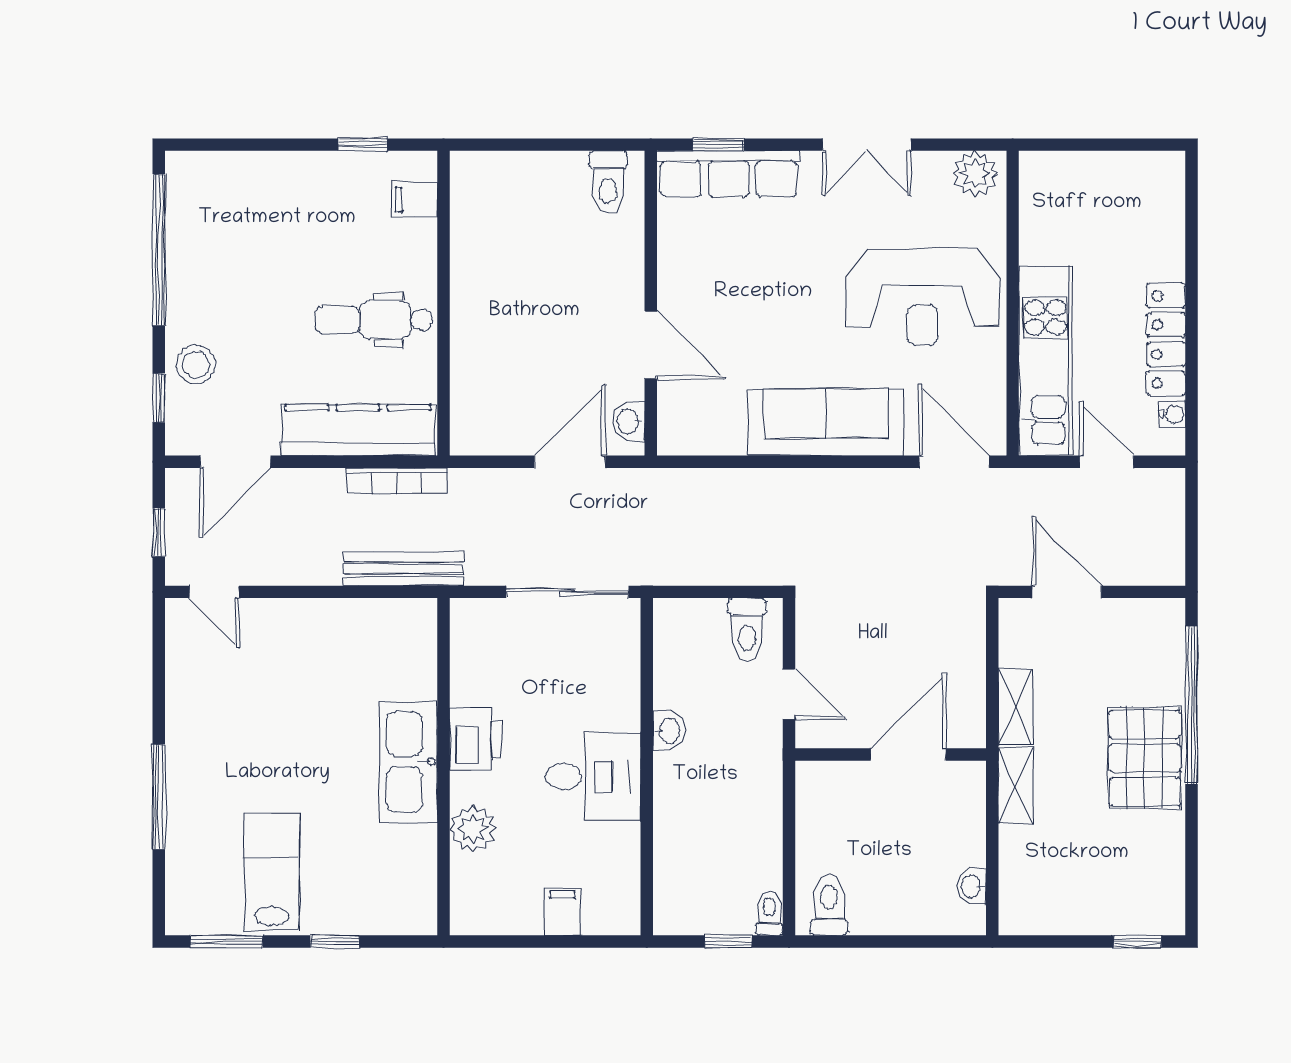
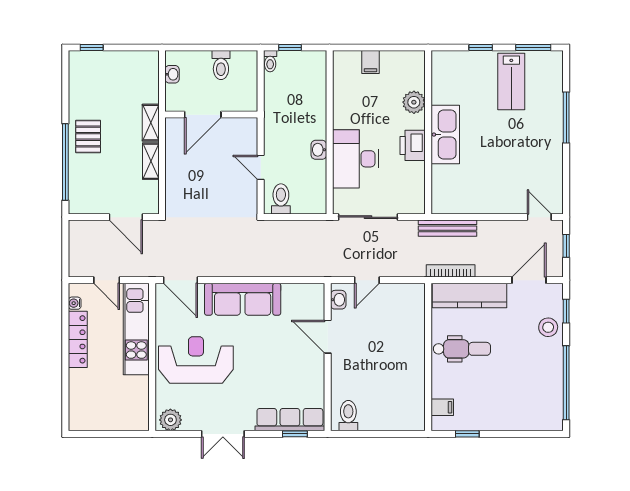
double door: (867, 145) -> (223, 434), swing flipped
door: (570, 462) -> (367, 280), width x0.73
wall: (891, 754) -> (211, 115), moved
door: (908, 754) -> (203, 115), moved
pallet: (1145, 758) -> (88, 136), width x0.67, depth x0.71
desk: (593, 777) -> (356, 159), moved, width x1.37
toilet: (829, 905) -> (221, 65), moved

